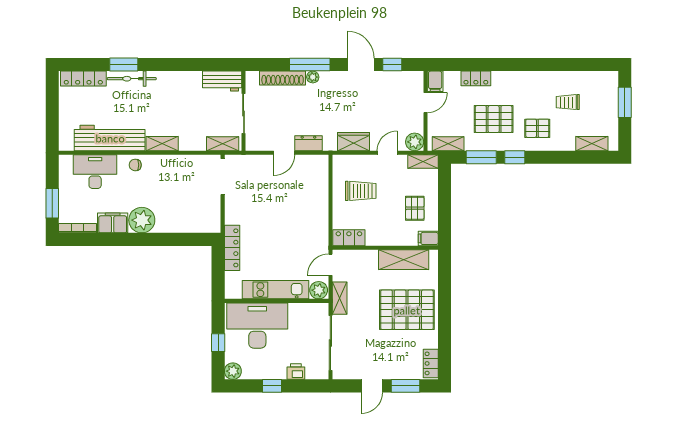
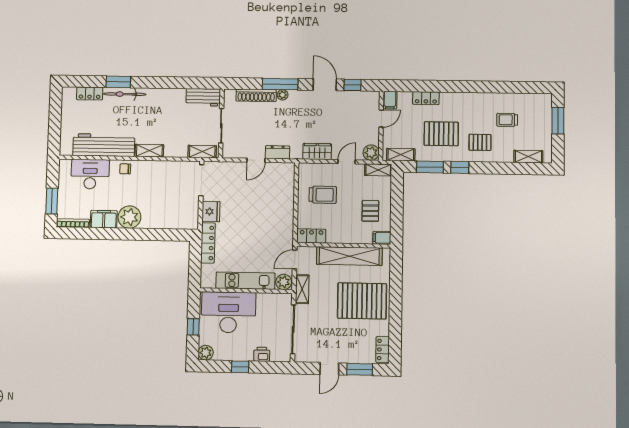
locker: (83, 79) -> (90, 93), width x0.66
fridge: (234, 212) -> (211, 212), added
shelving: (404, 260) -> (349, 256), width x1.47

